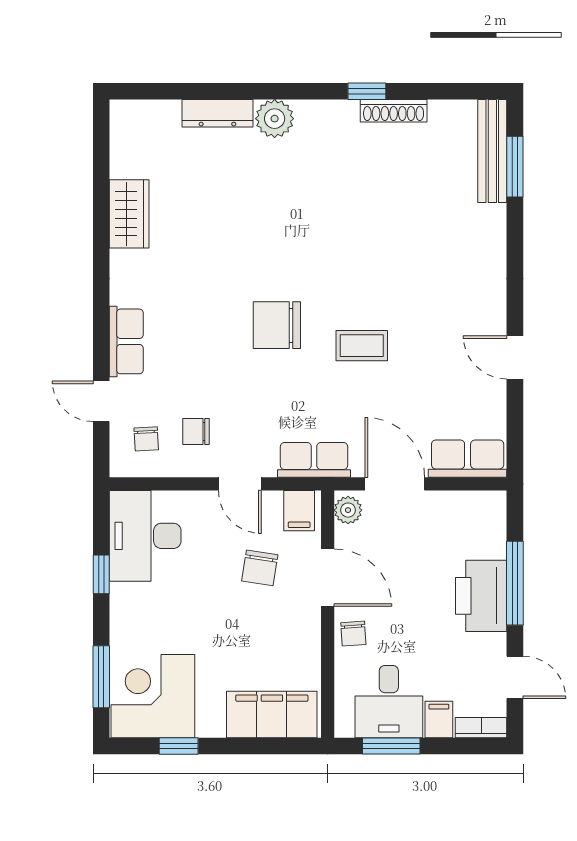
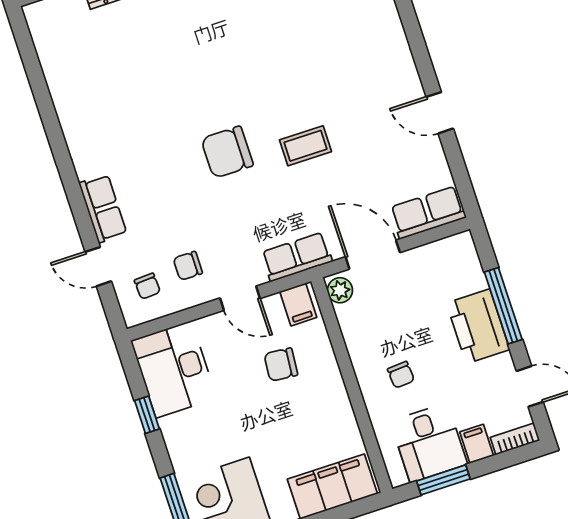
wardrobe: (129, 214) -> (69, 98), removed
chair: (260, 568) -> (281, 365), turned 86
door: (328, 578) -> (342, 354), removed
chair: (353, 634) -> (401, 375), moved

